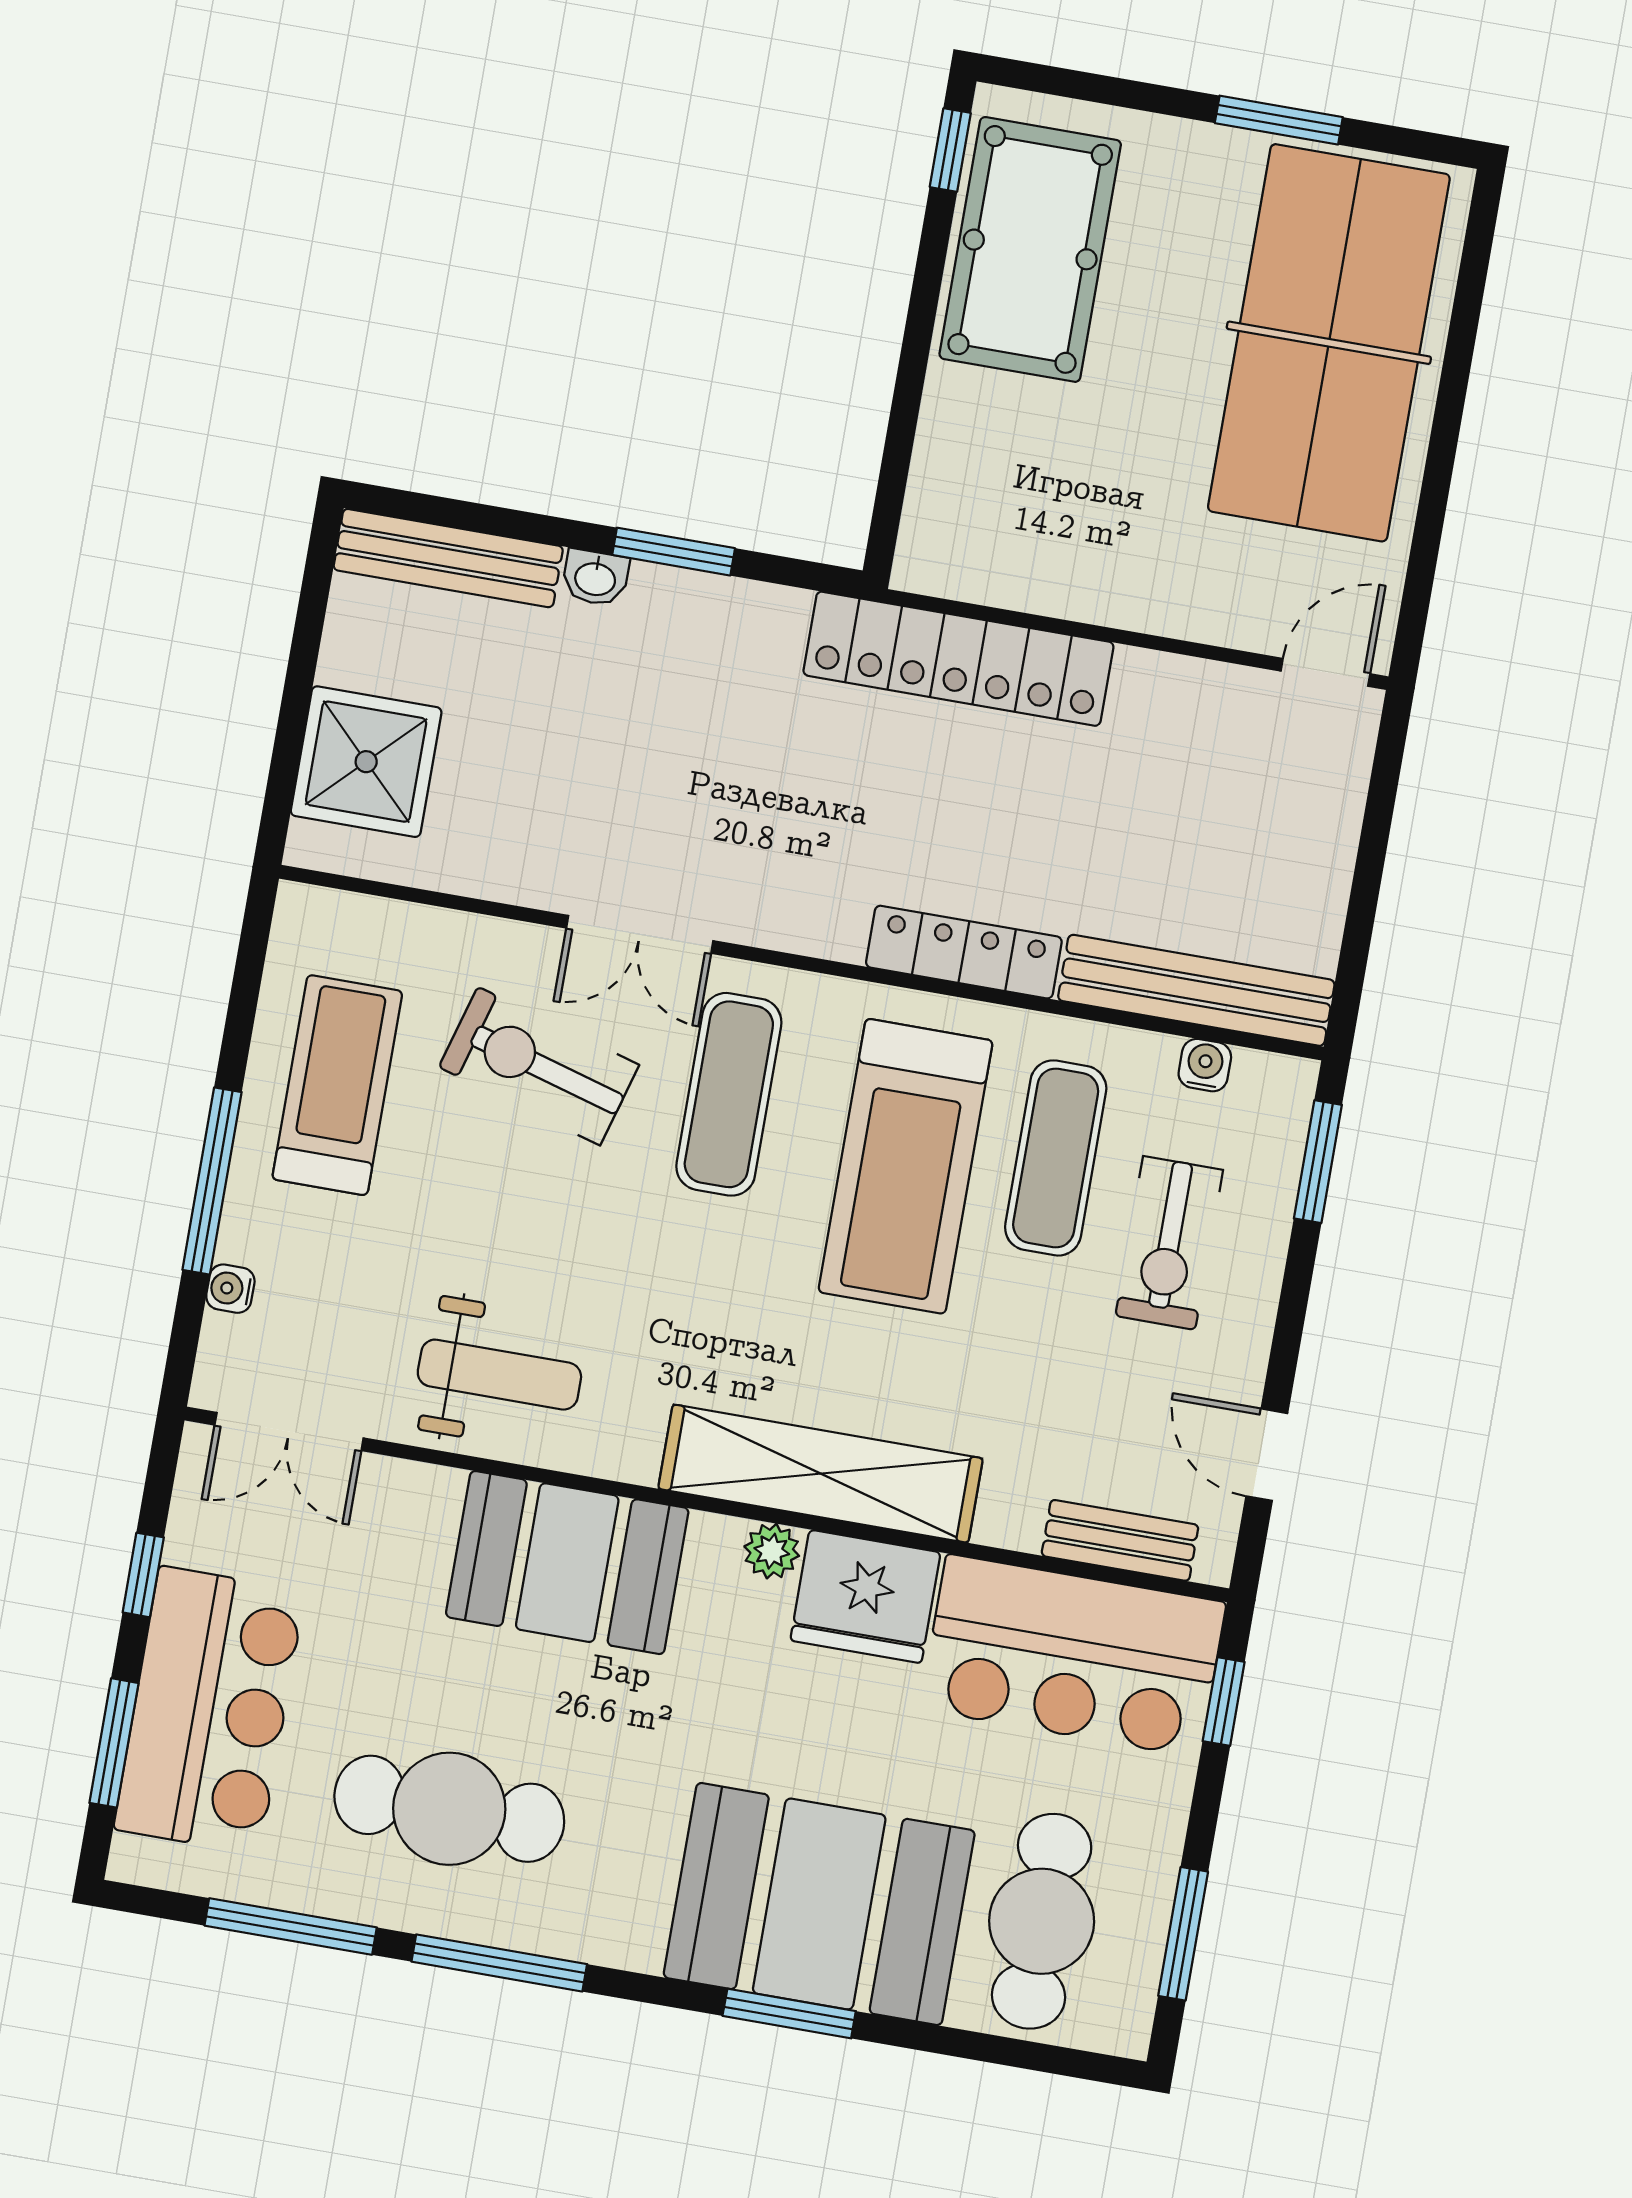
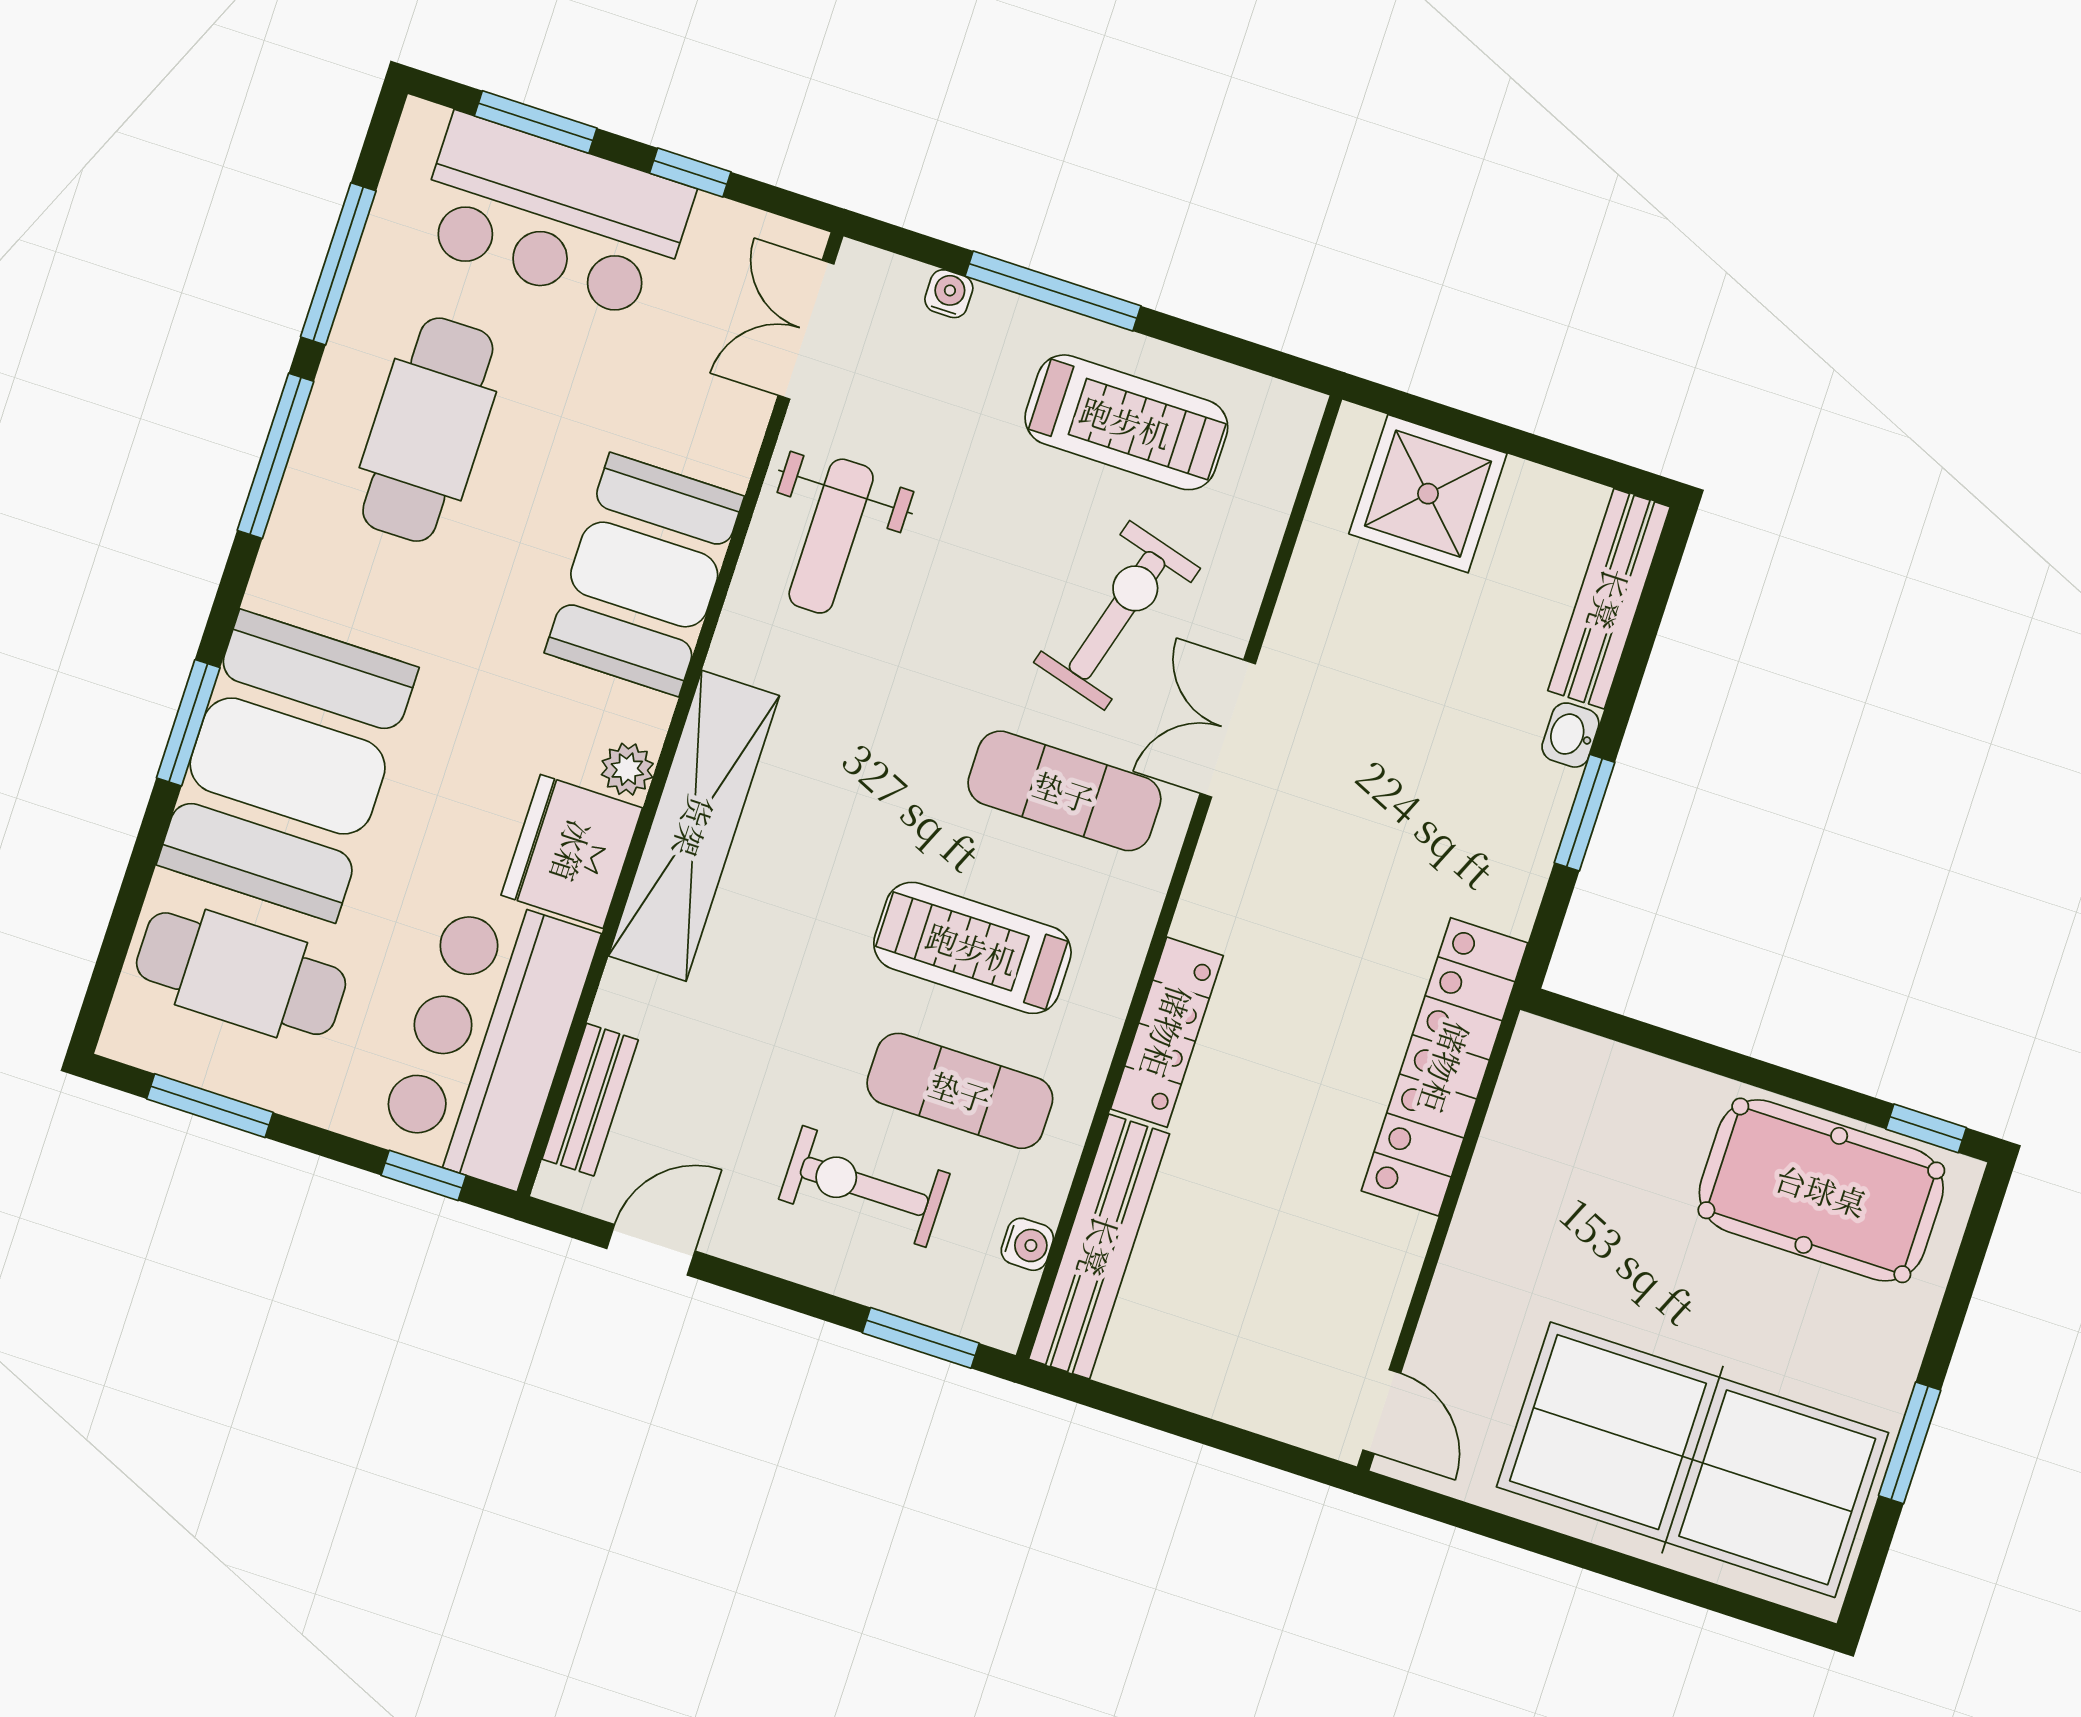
treadmill: (905, 1166) -> (972, 948), width x0.73, depth x0.73

